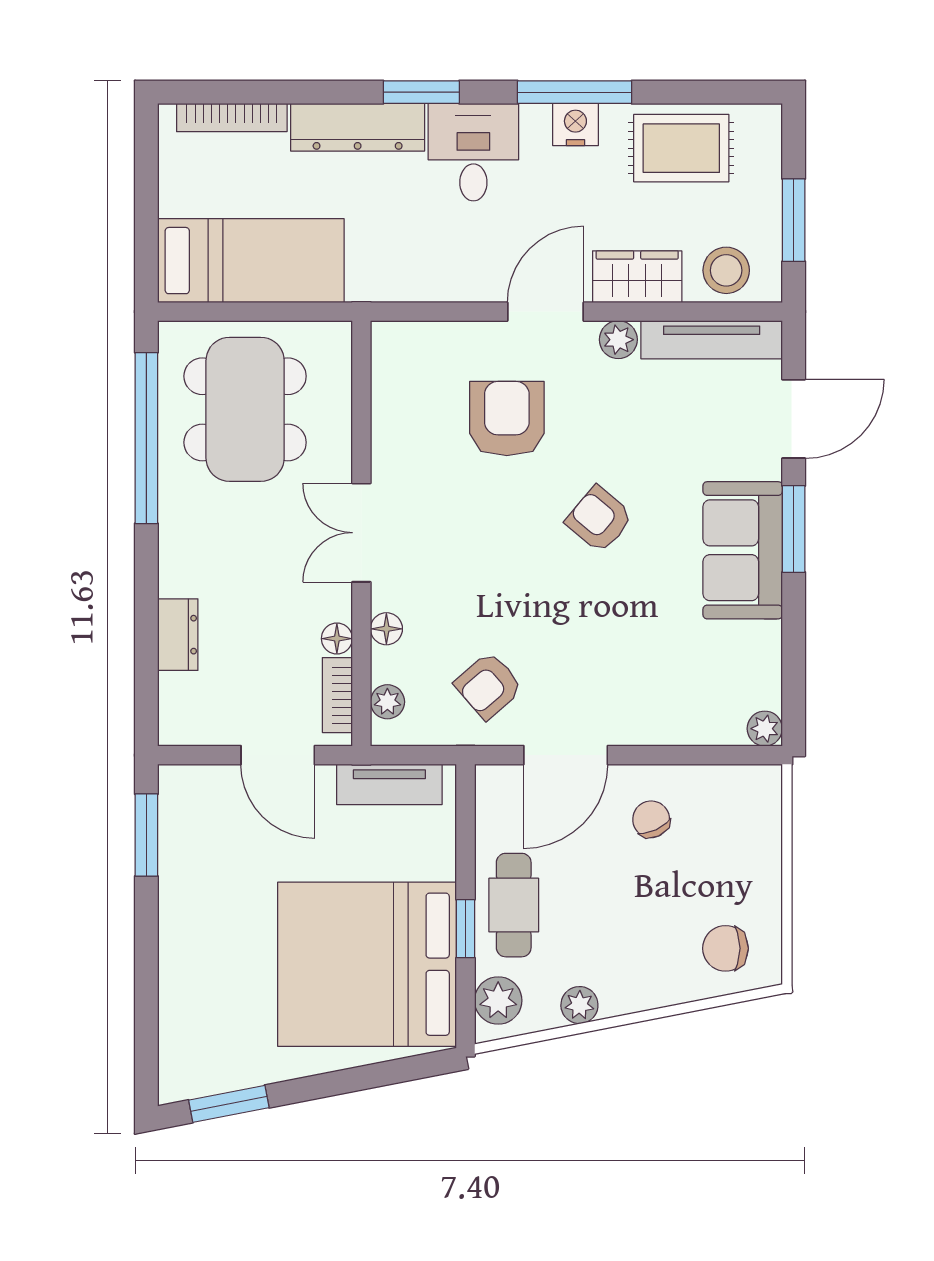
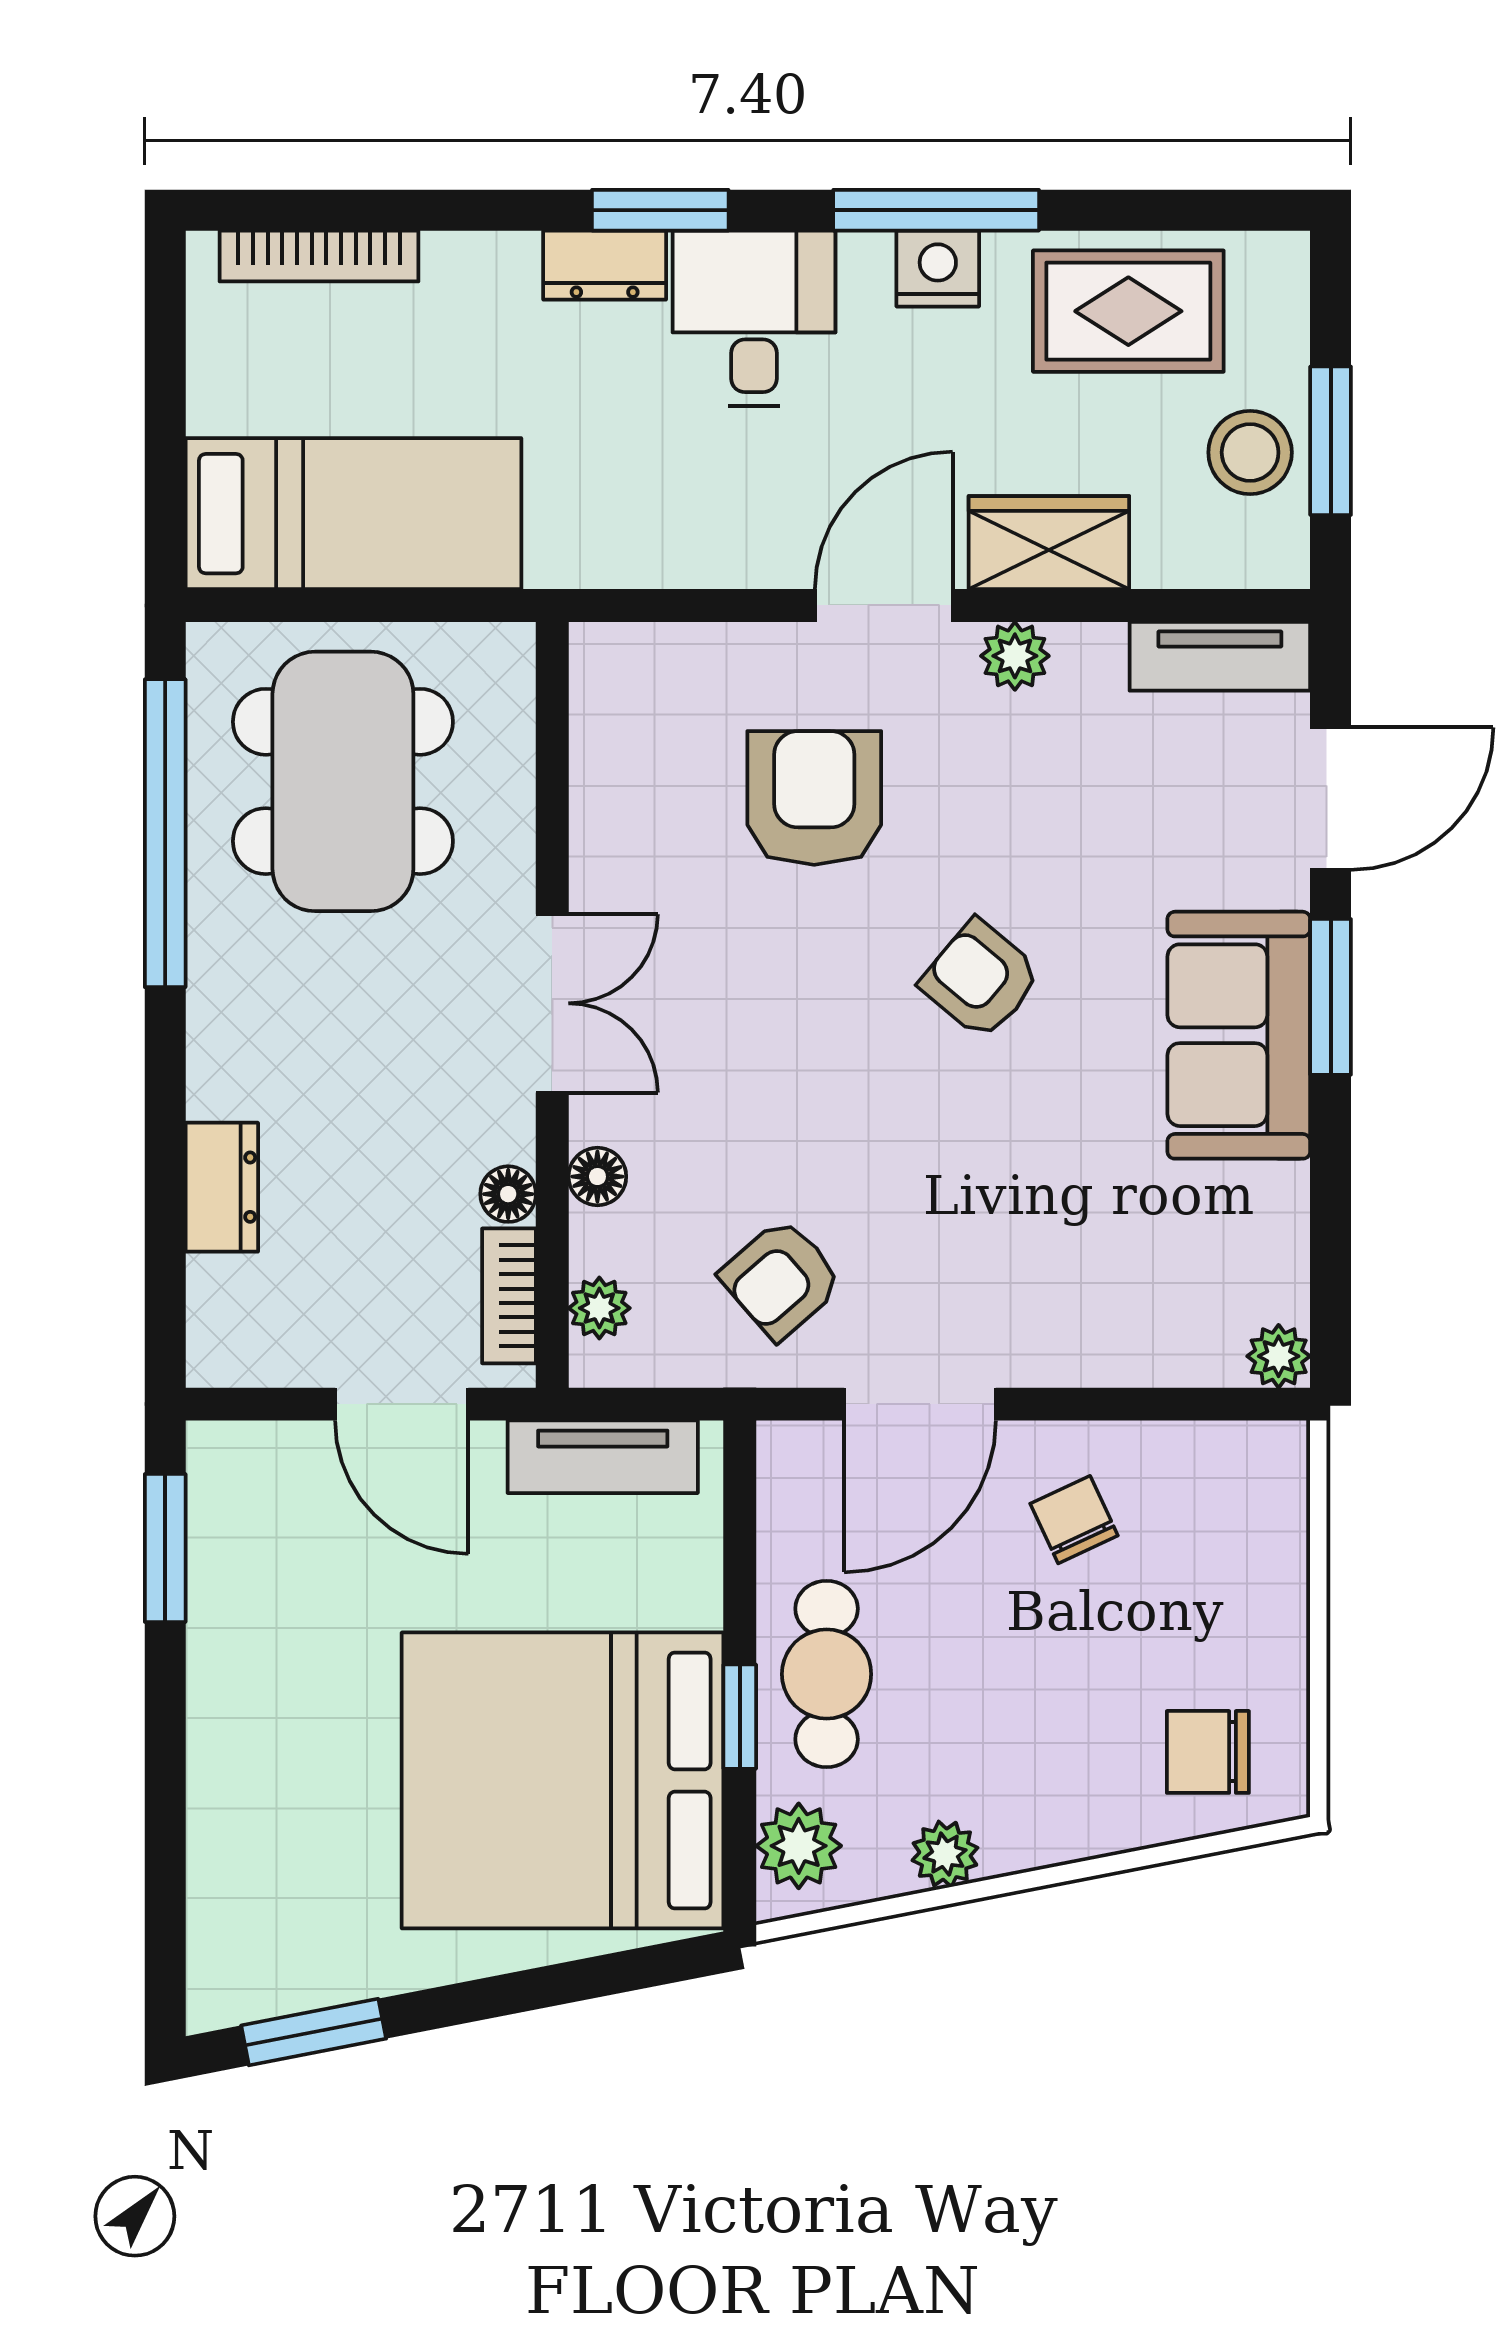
dresser: (358, 127) -> (605, 265), width x0.51, depth x0.80
stool: (726, 270) -> (1250, 452), moved
tv unit: (712, 340) -> (1220, 656), width x0.71
double door: (361, 533) -> (552, 1003), swing flipped

